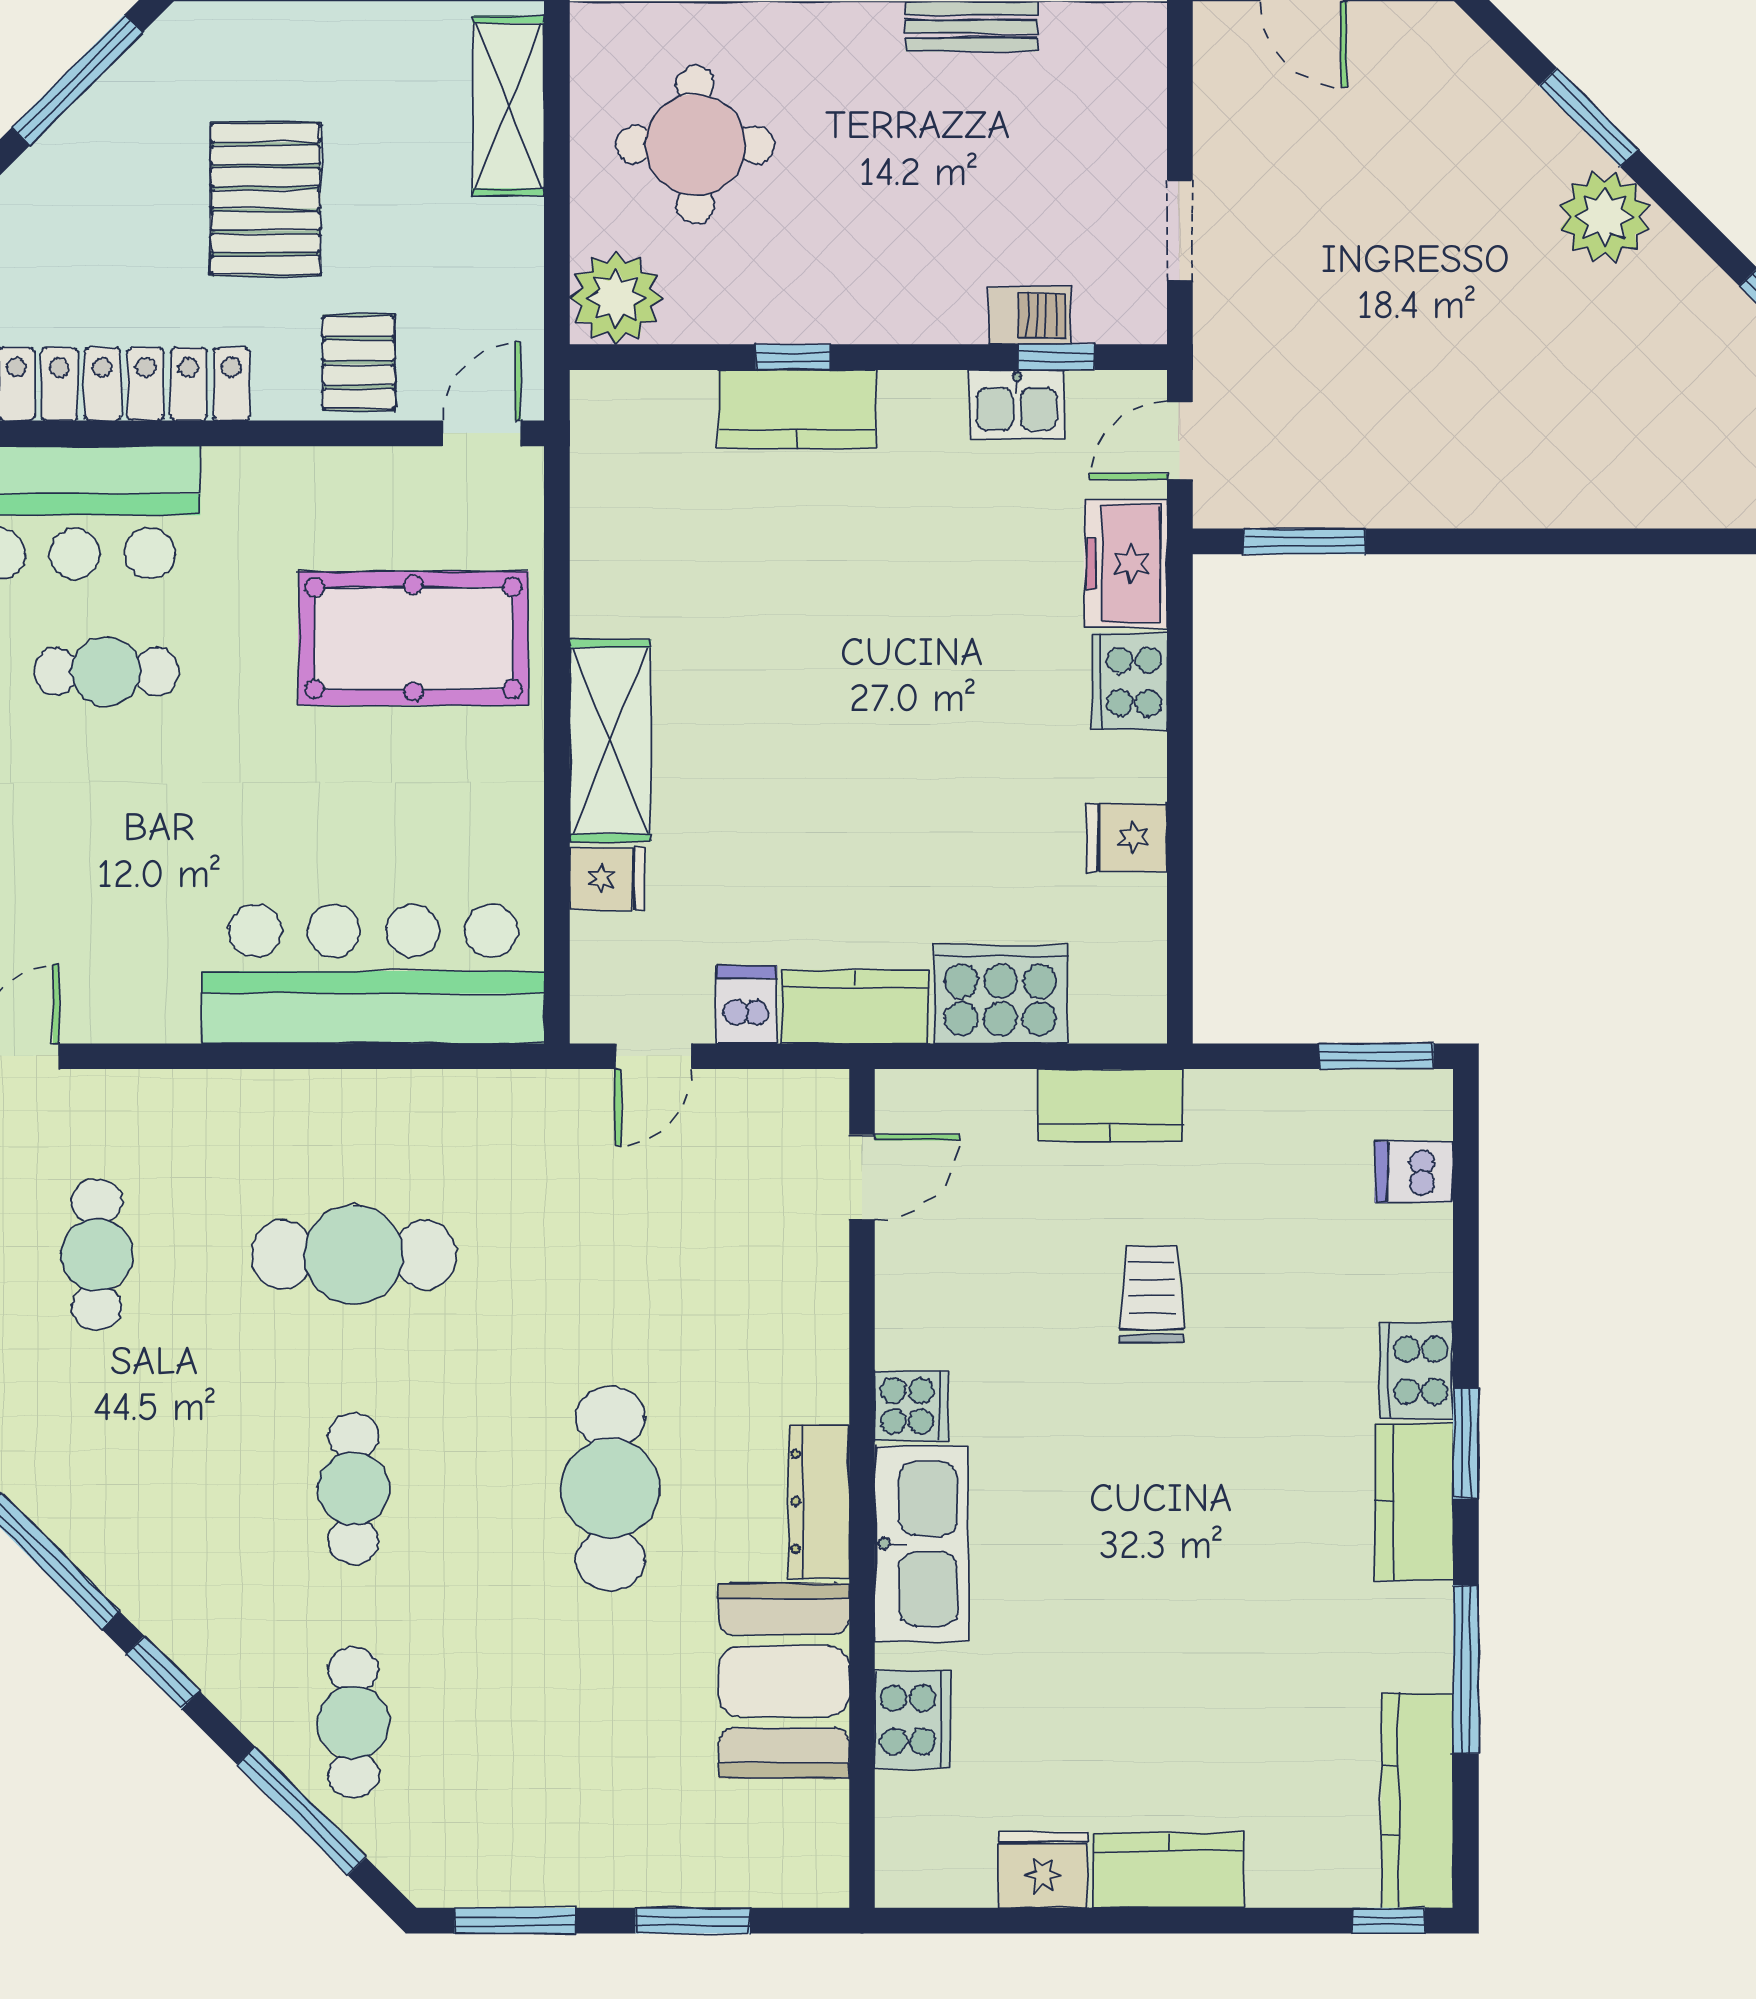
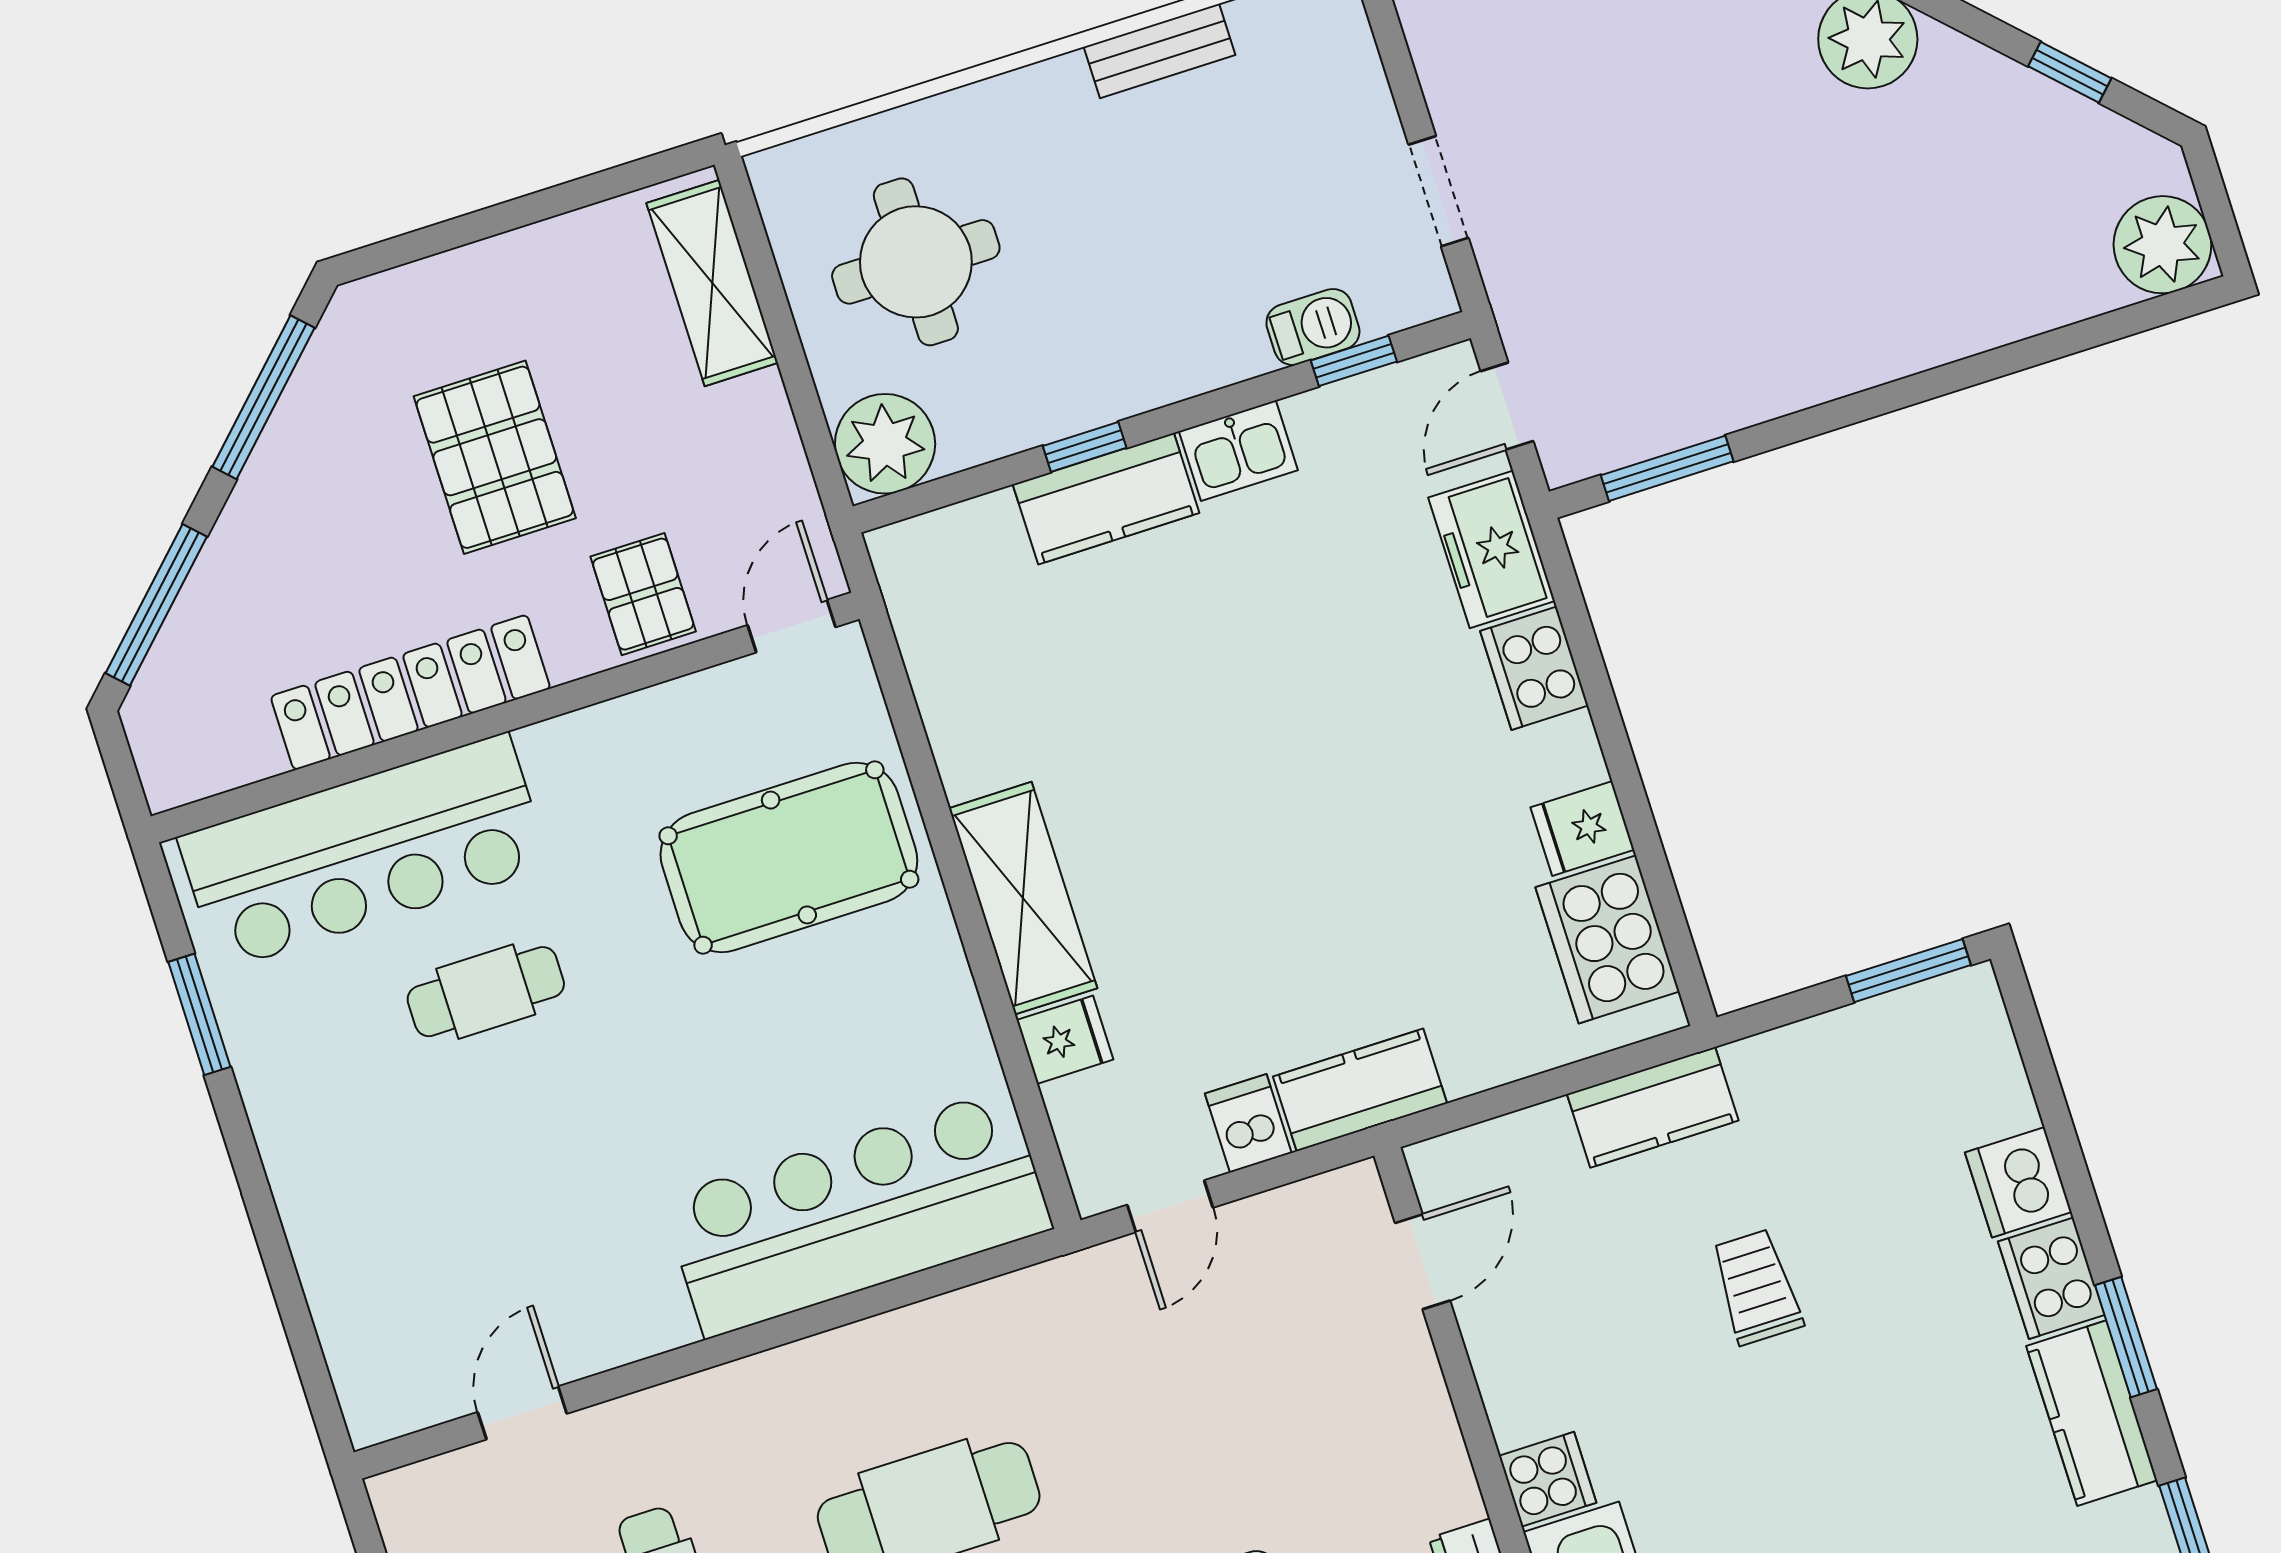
kitchen sink: (1017, 404) -> (1238, 451), moved
cooker: (1001, 994) -> (1607, 939), moved, turned -90
dishwasher: (1414, 1172) -> (2018, 1182), moved, width x1.38

